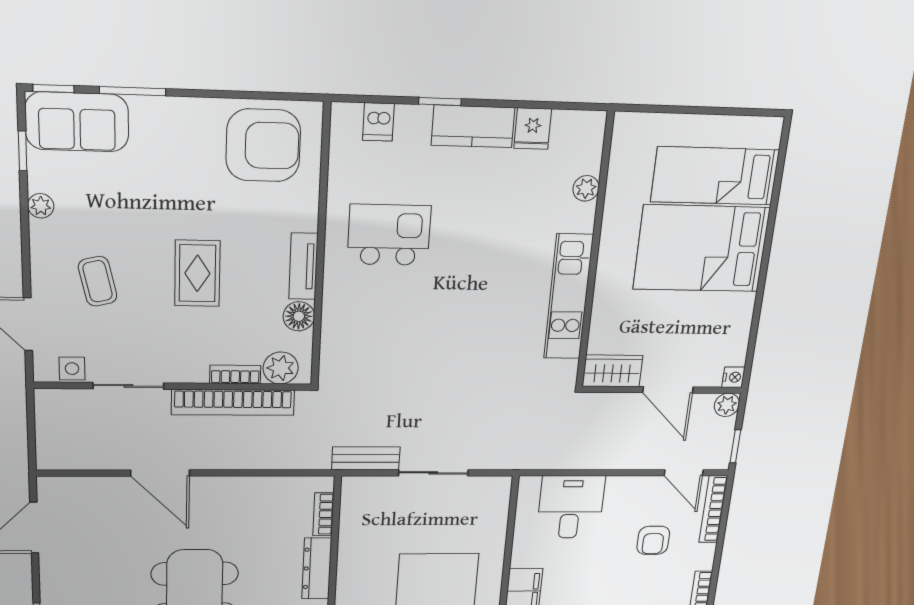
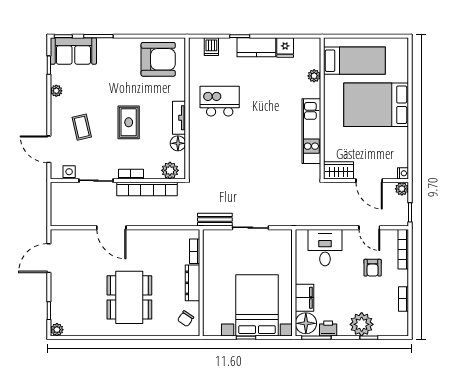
bed: (715, 176) -> (354, 61), moved, turned 180
bookcase: (235, 374) -> (131, 174), moved
door: (684, 473) -> (369, 228), moved

